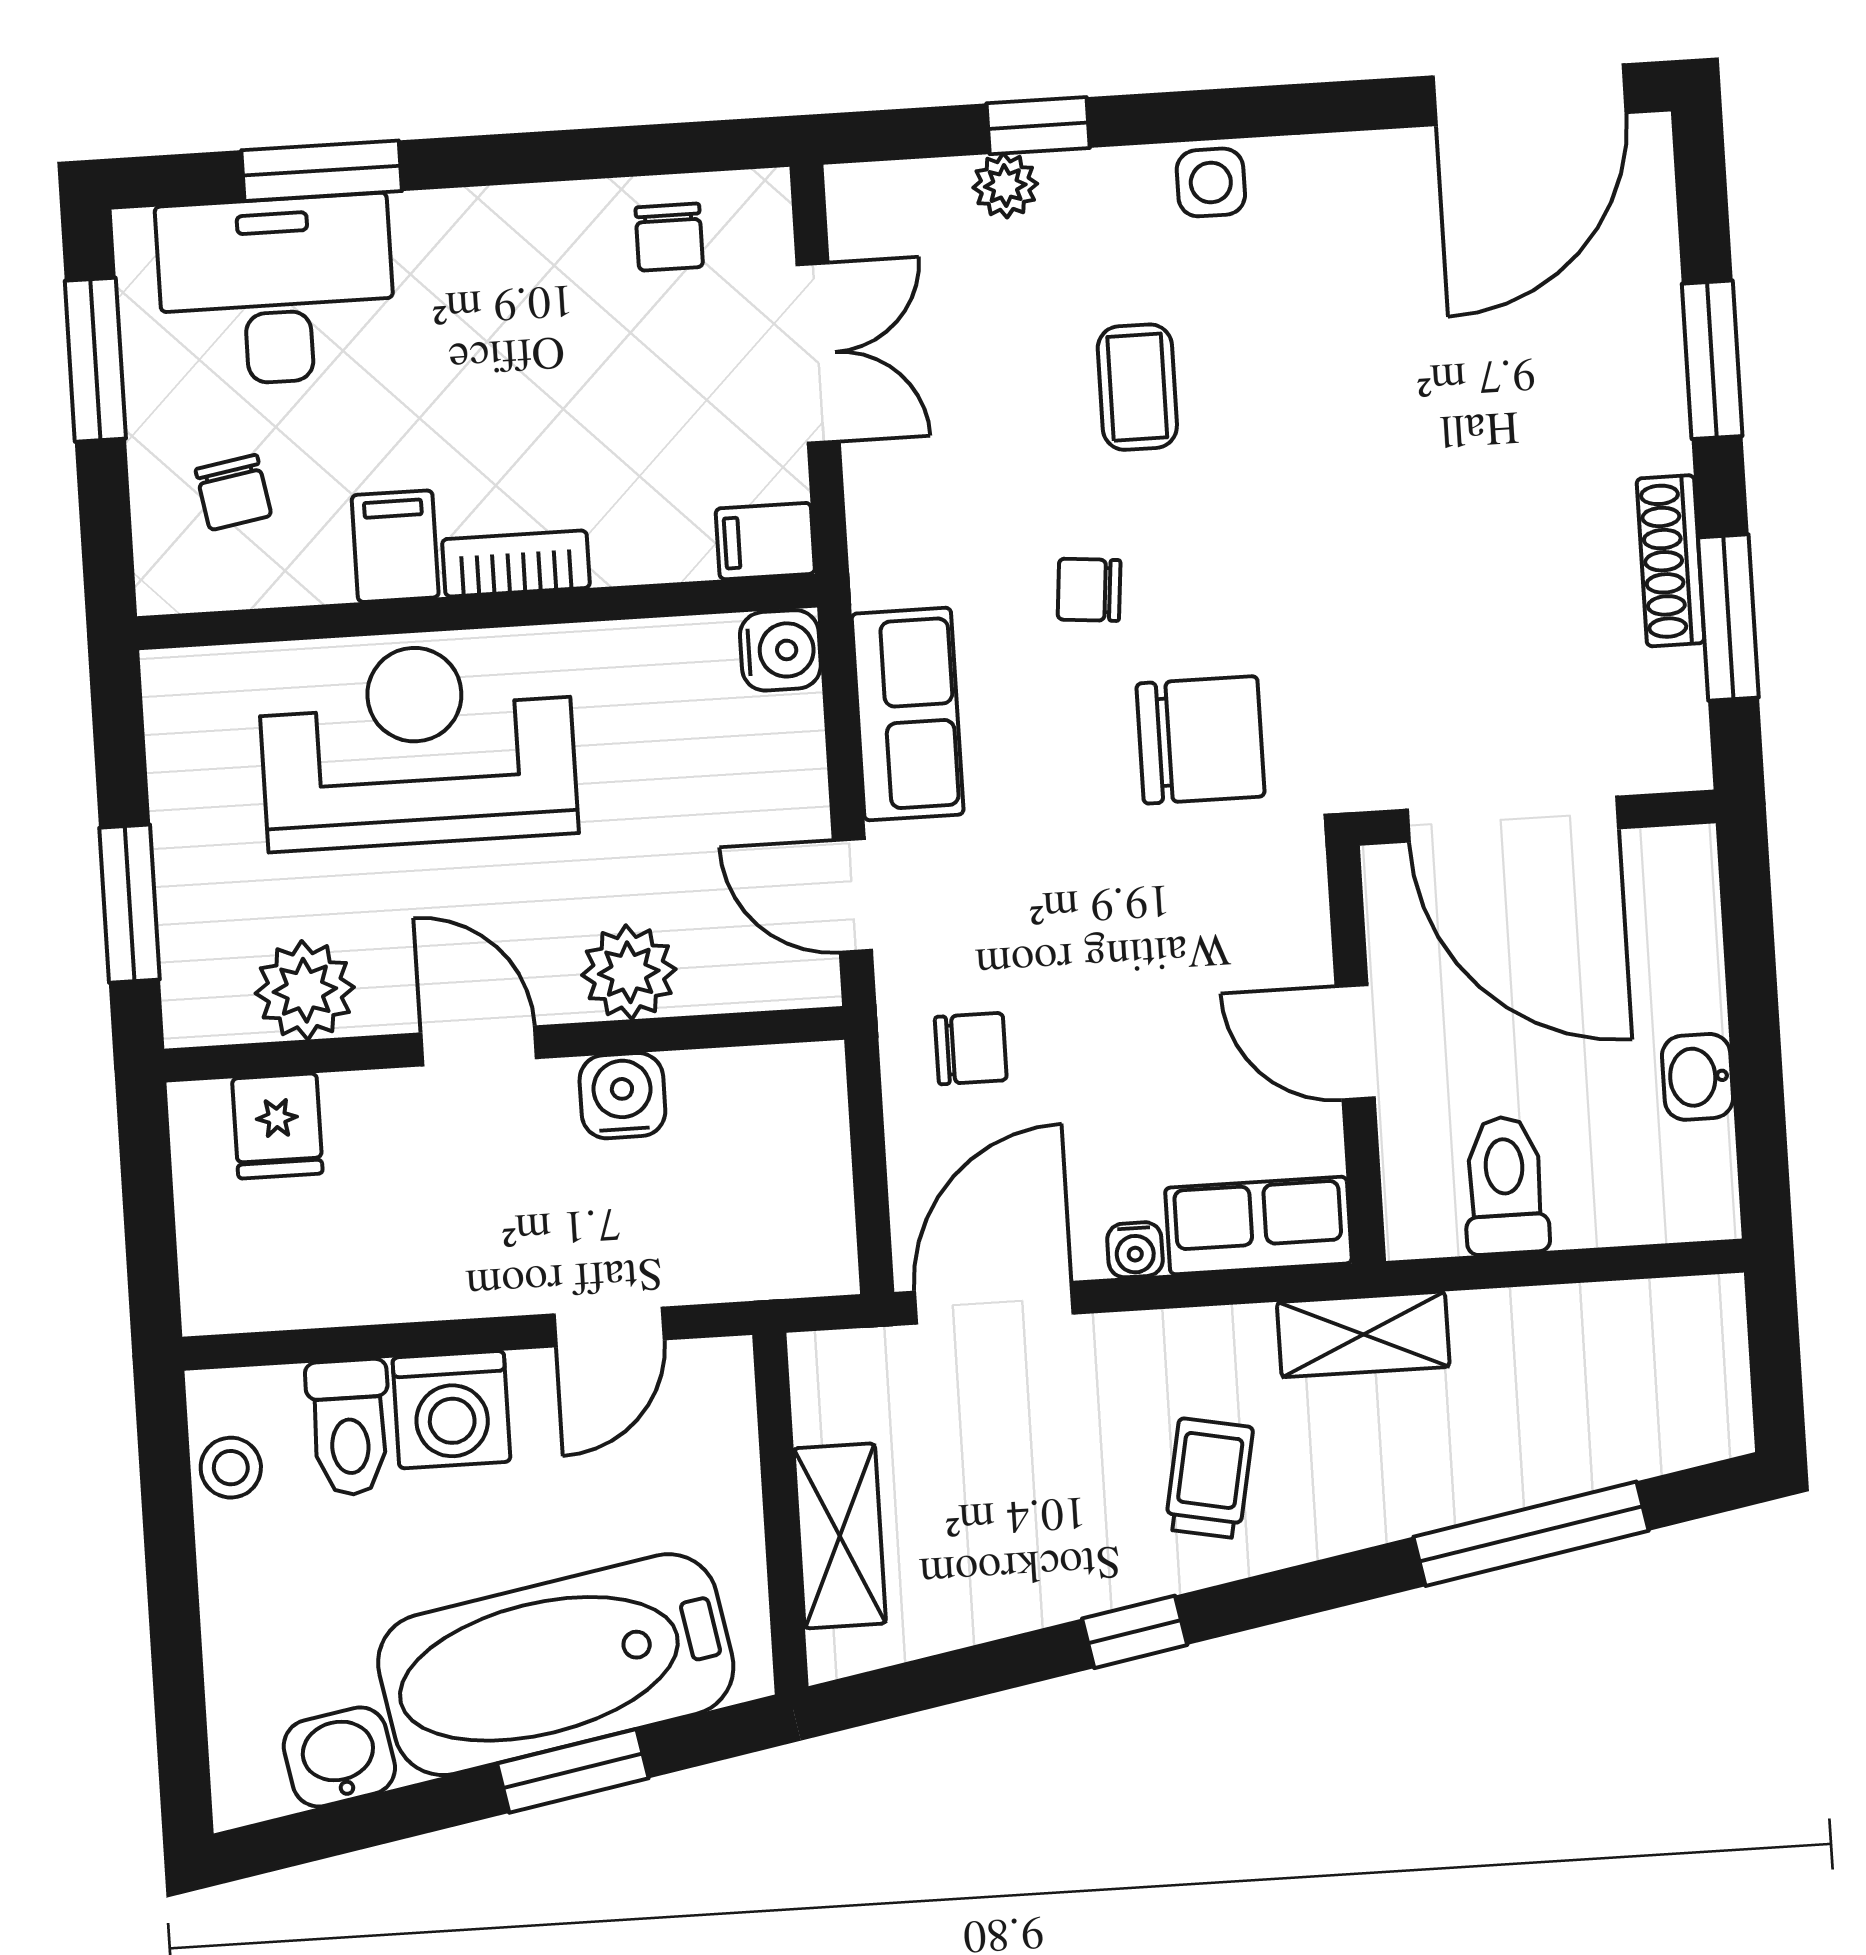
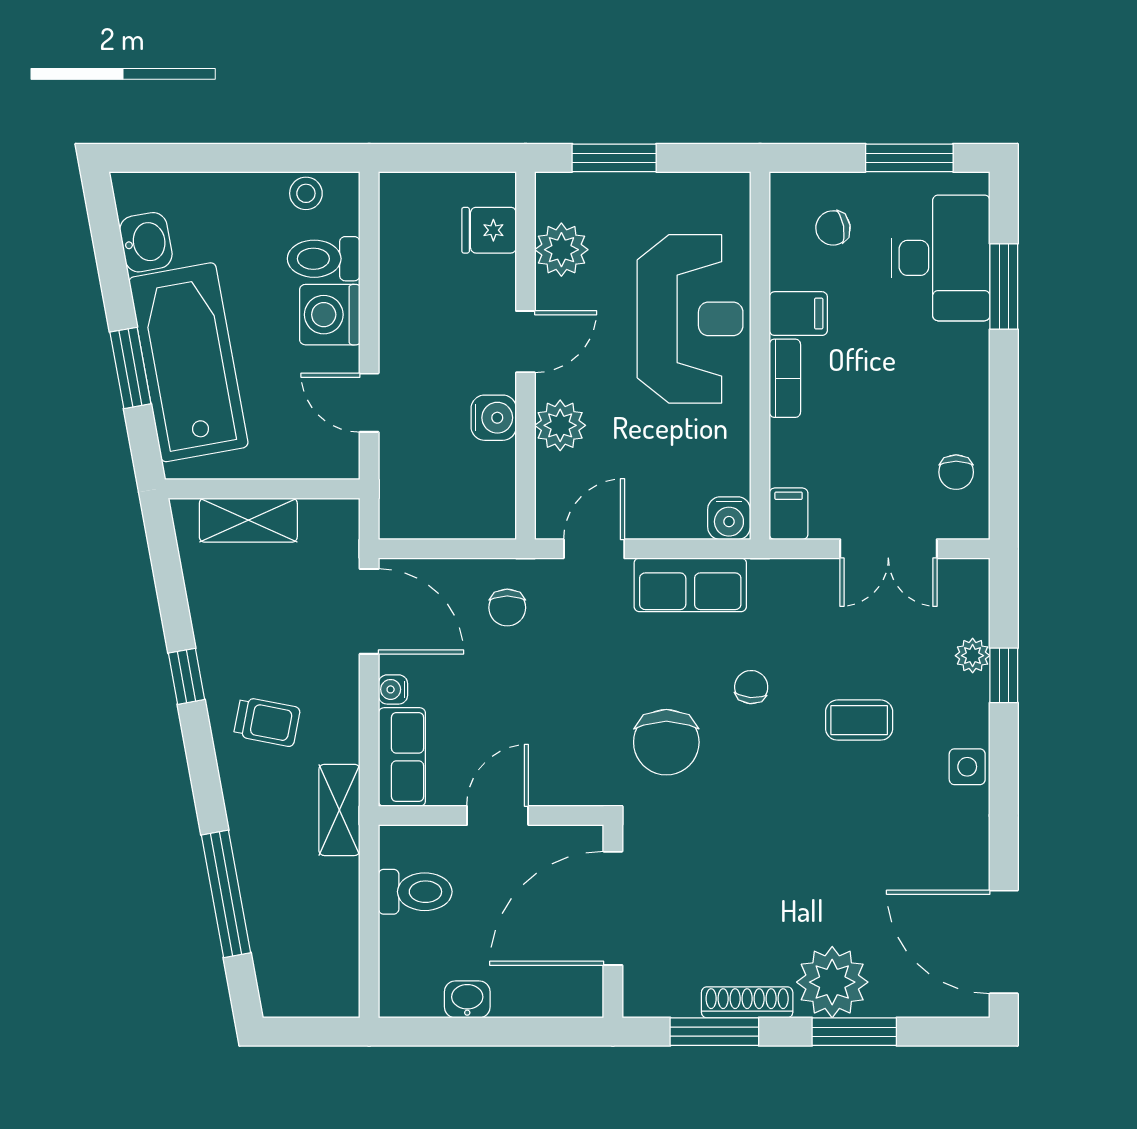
chair: (669, 237) -> (956, 472), turned -90
plant: (1623, 406) -> (832, 982), added

